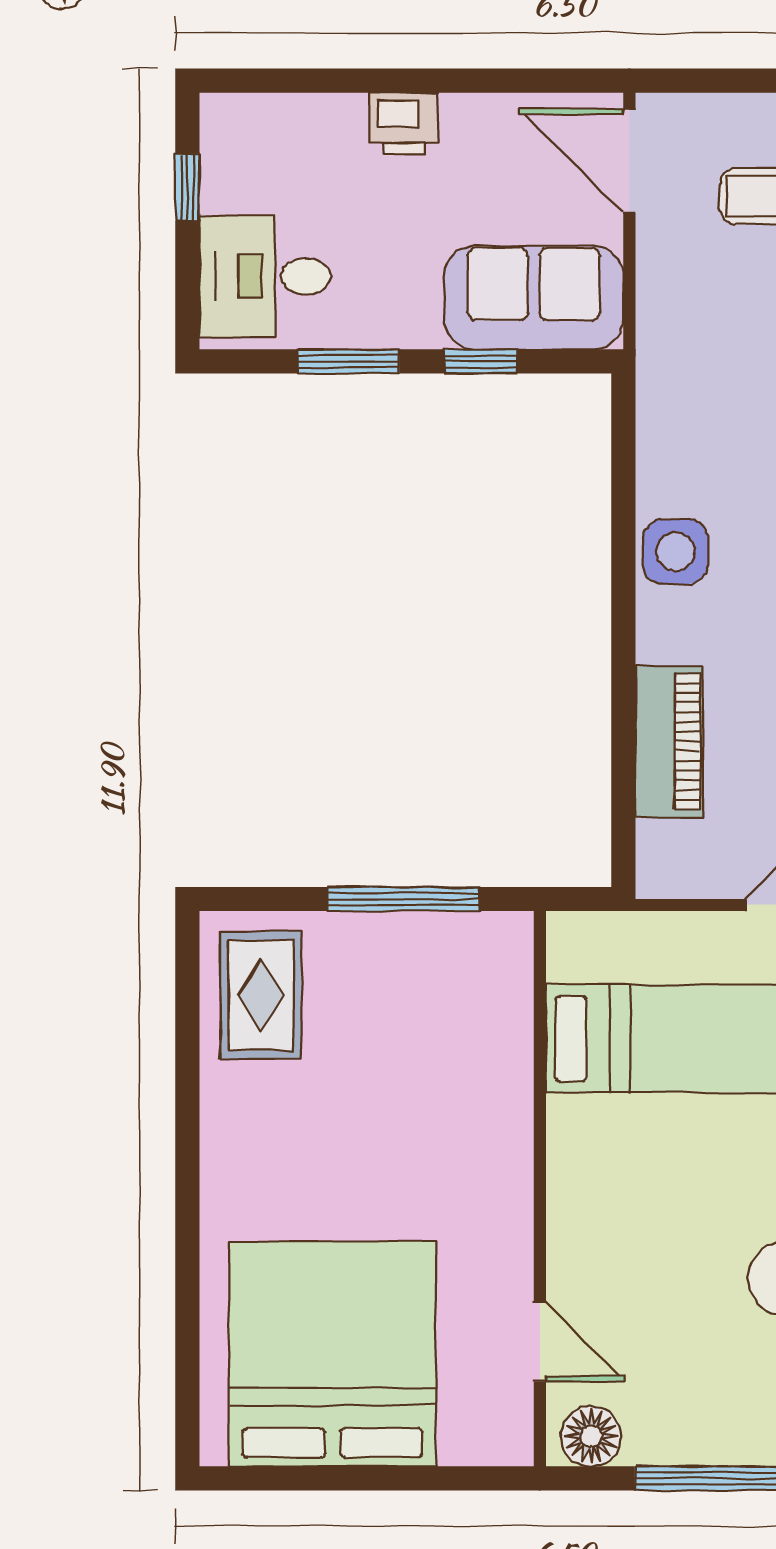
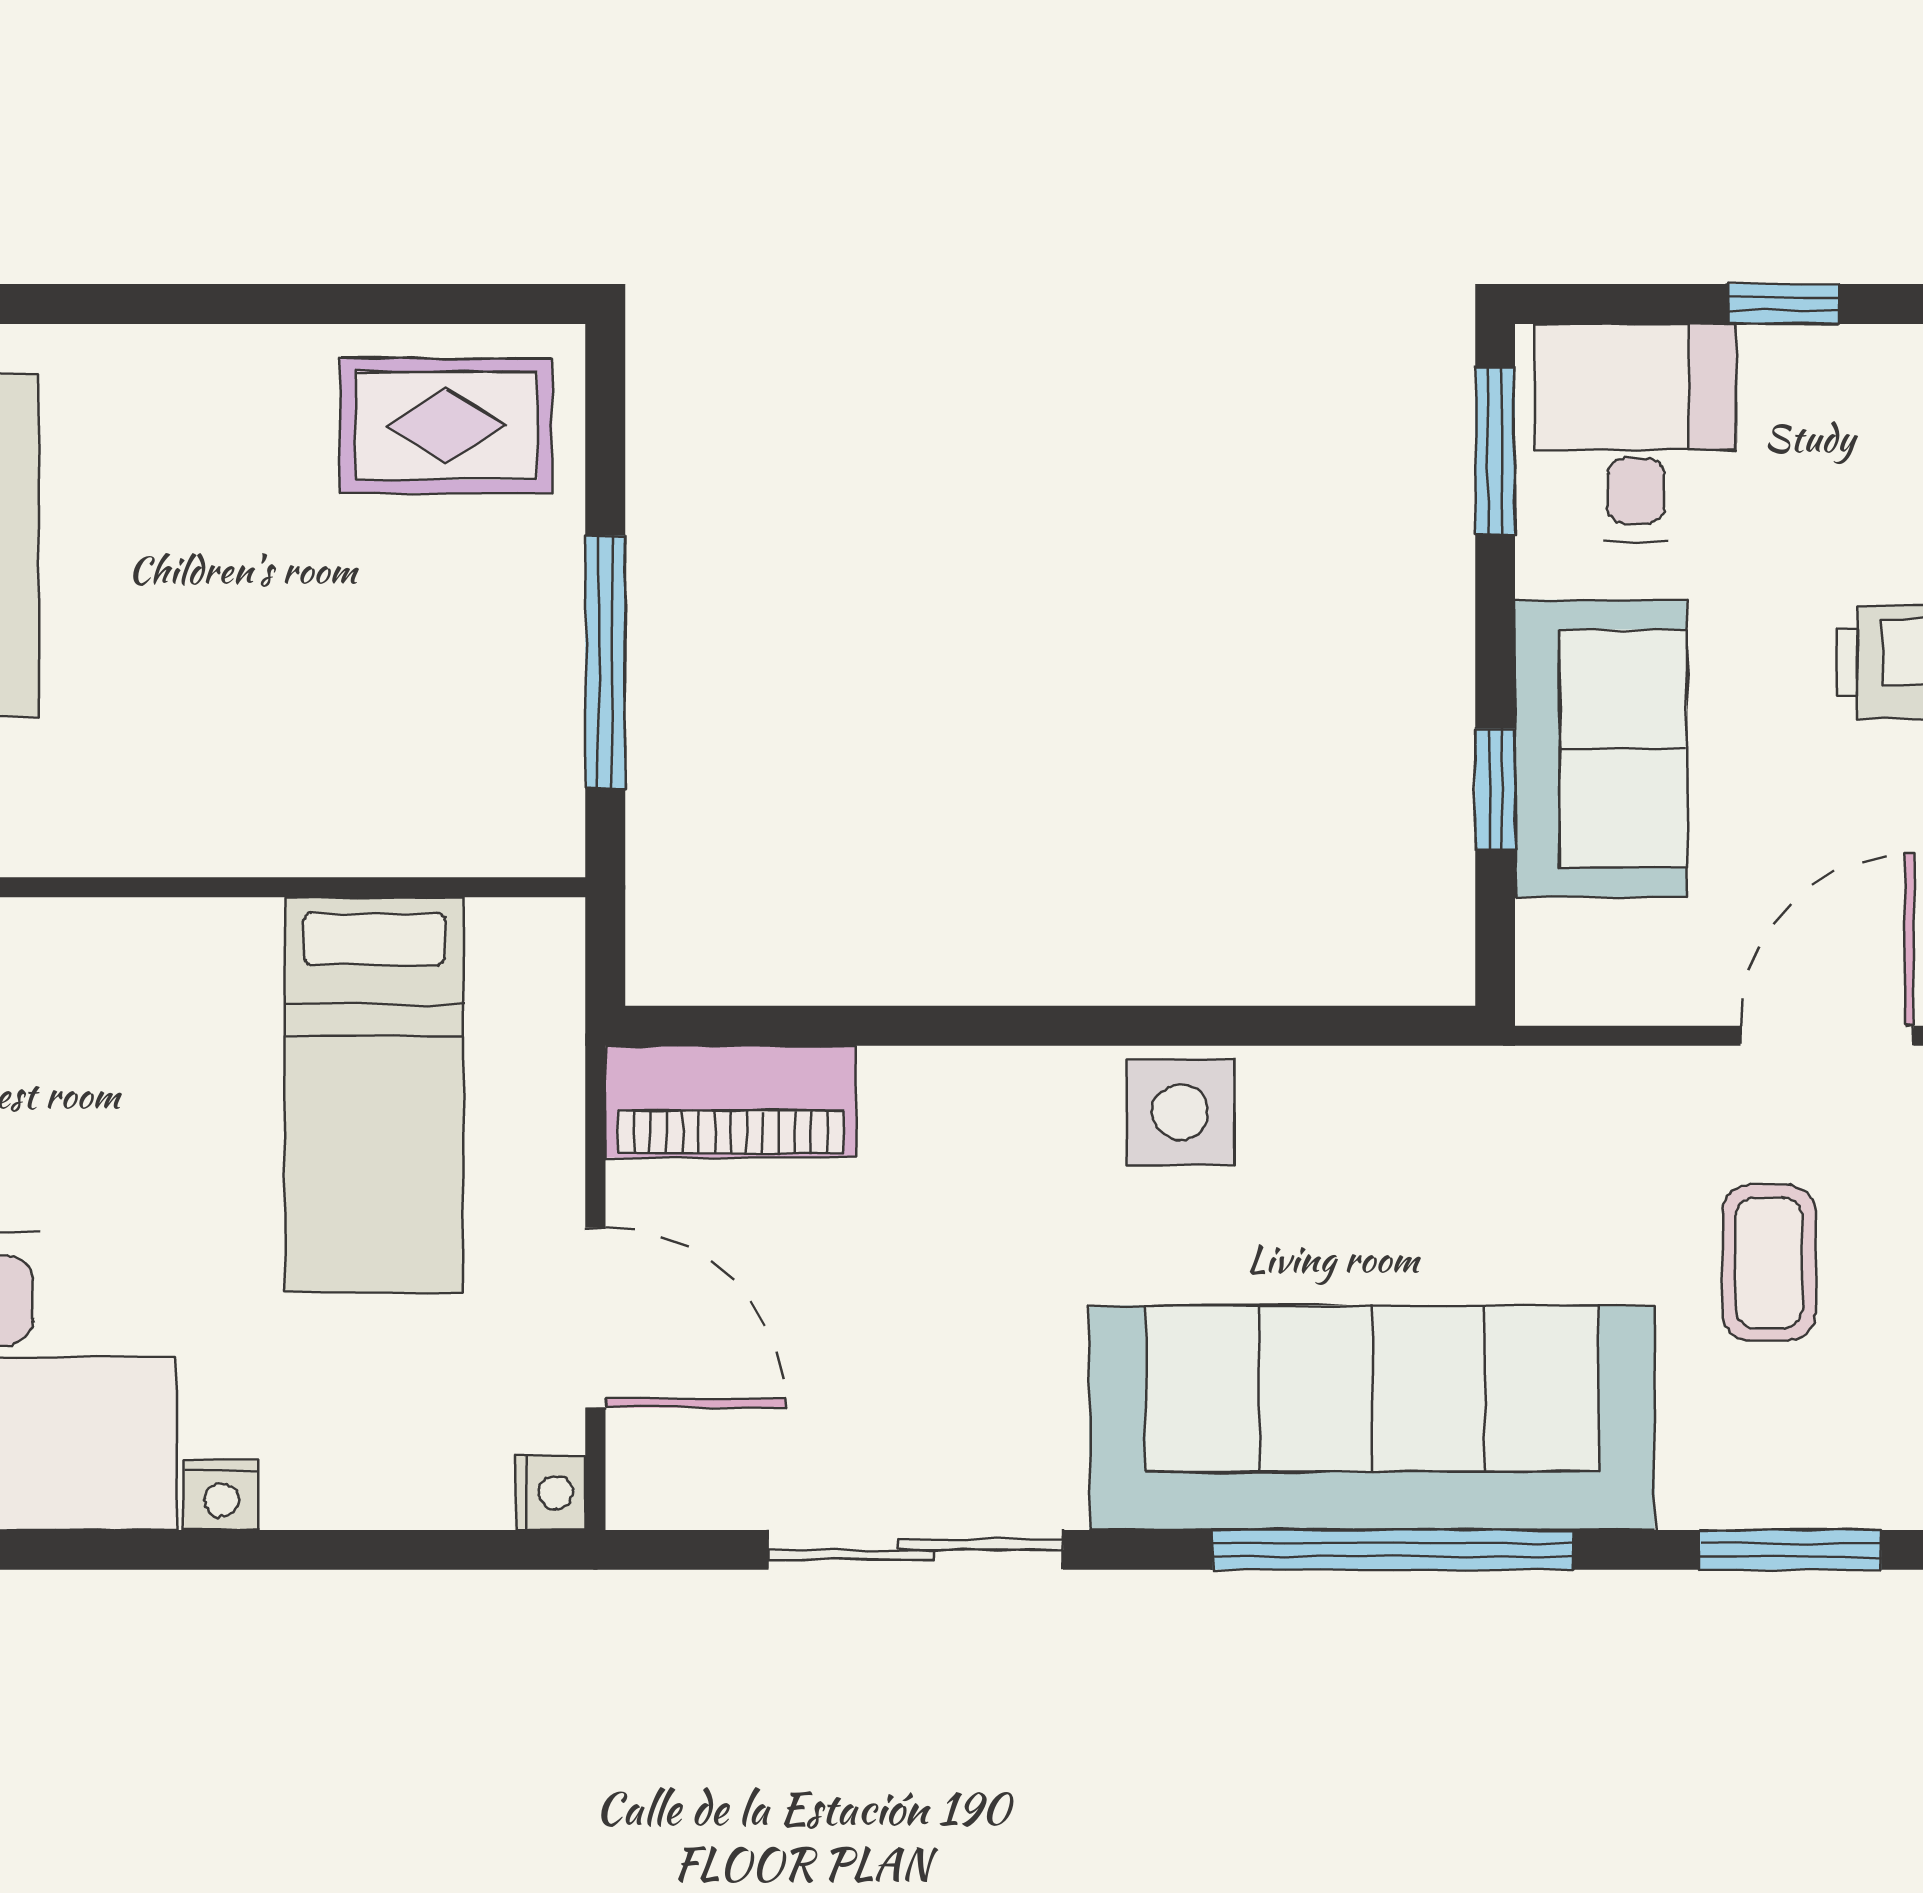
sofa: (534, 298) -> (1601, 749), moved
window: (349, 361) -> (1495, 451), moved
piano: (669, 741) -> (731, 1102), moved

